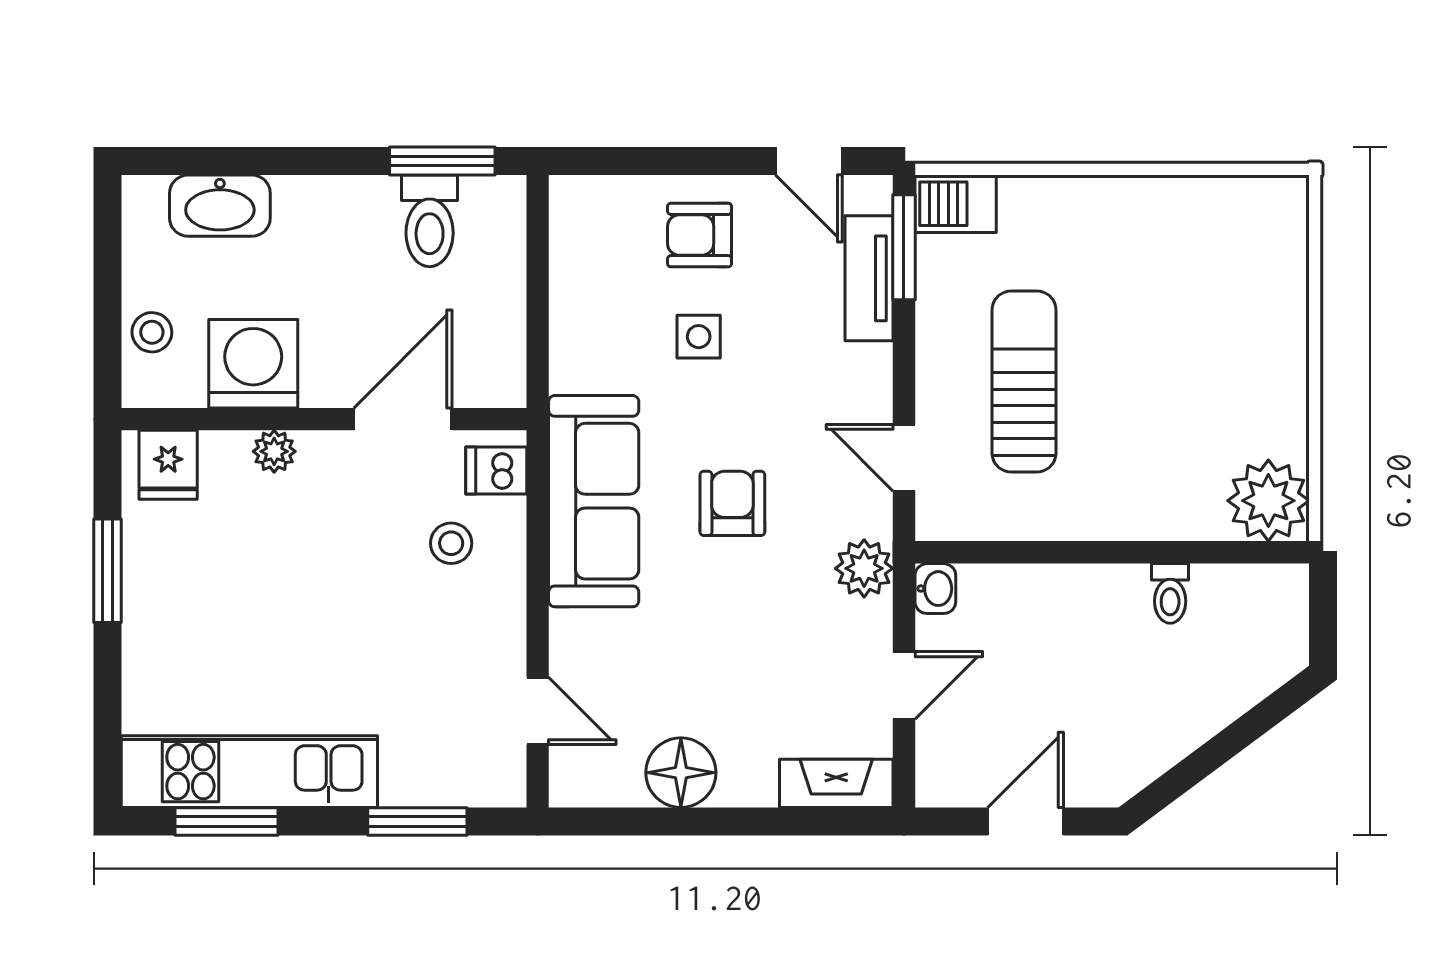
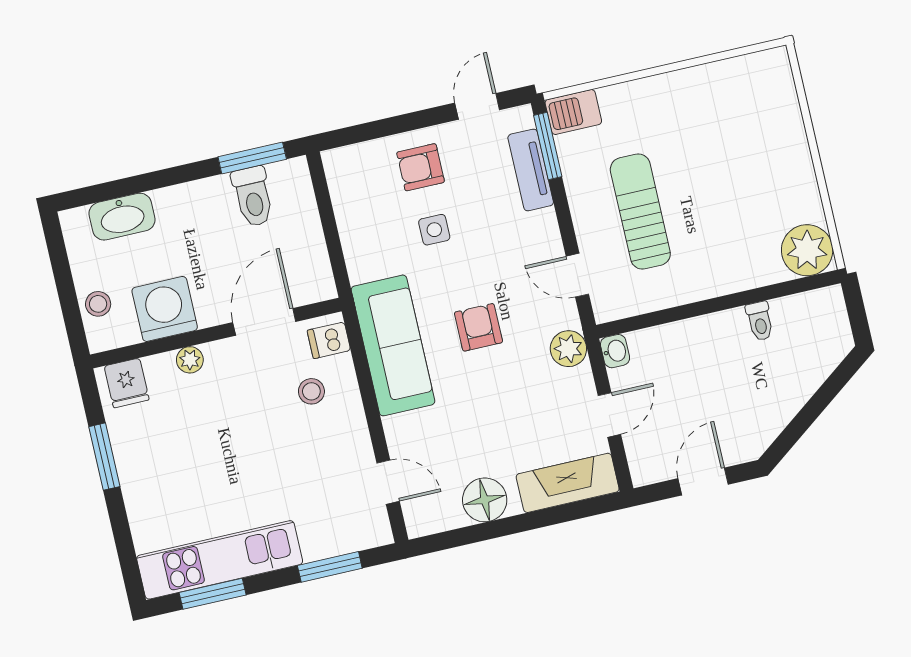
door: (809, 161) -> (477, 106), swing flipped
fireplace: (836, 783) -> (568, 483), width x1.37, depth x1.32

